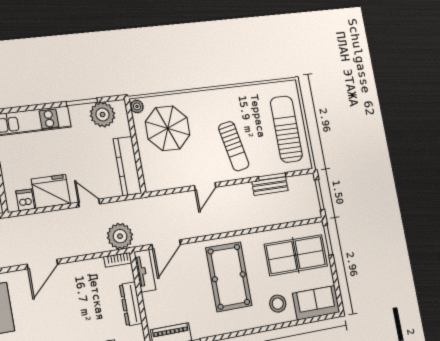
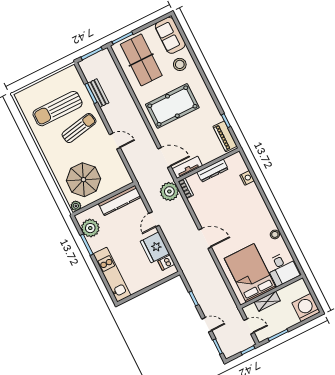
sun lounger: (286, 129) -> (58, 109), moved

